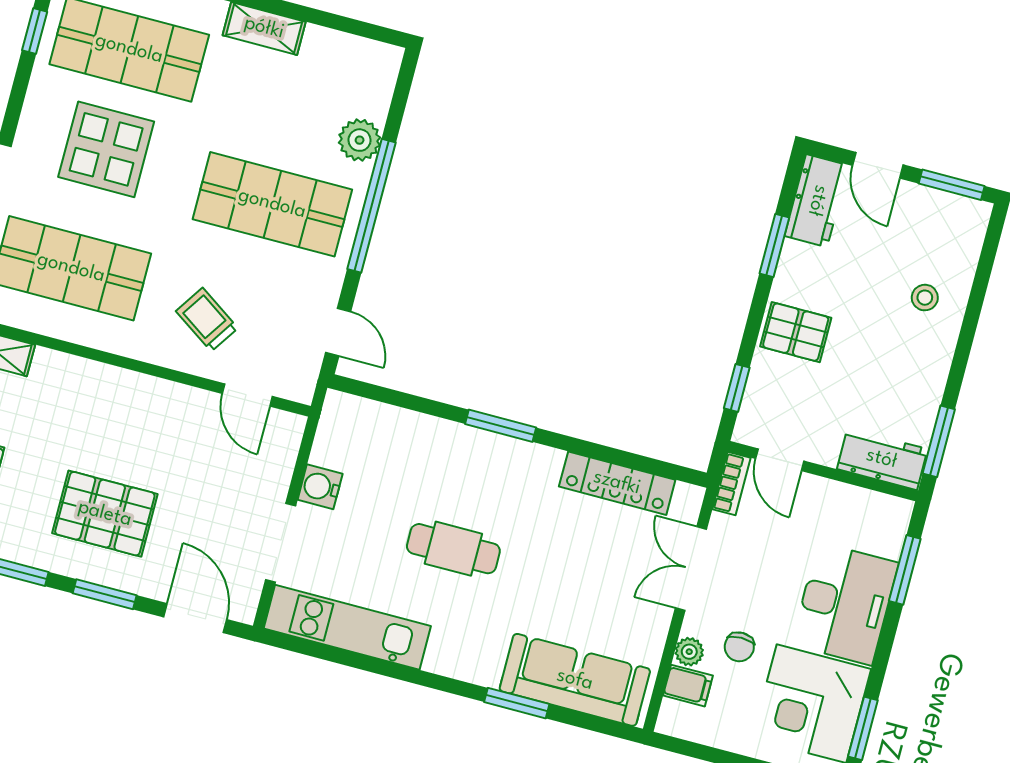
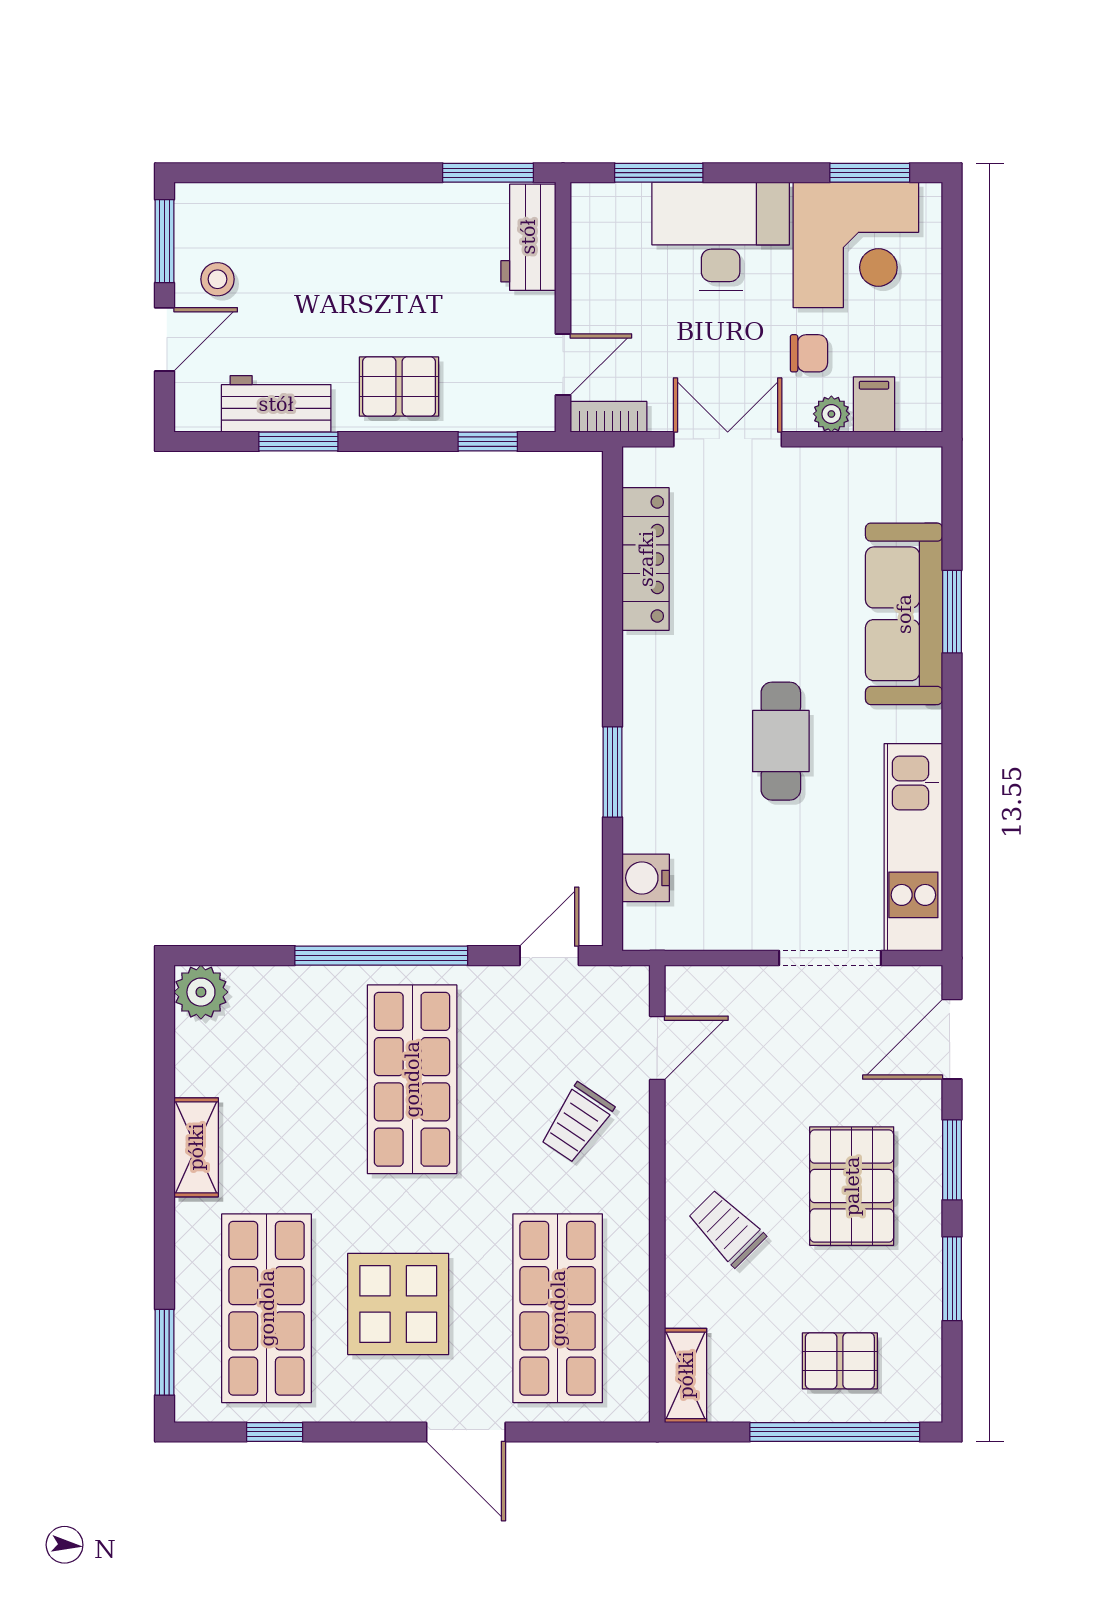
plant: (360, 140) -> (201, 992), moved
workbench: (817, 201) -> (276, 404), moved
stool: (925, 298) -> (217, 279), moved
pallet: (796, 332) -> (399, 387), turned 90
trolley: (98, 411) -> (727, 1228), added
window: (501, 426) -> (612, 772), moved
water cooler: (320, 487) -> (646, 878), moved, turned 90
double door: (691, 569) -> (728, 439), swing flipped
sofa: (575, 680) -> (904, 614), moved

